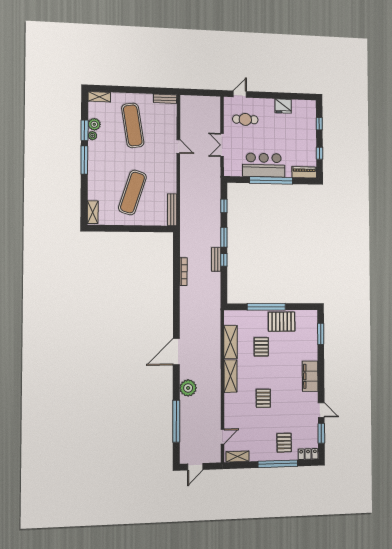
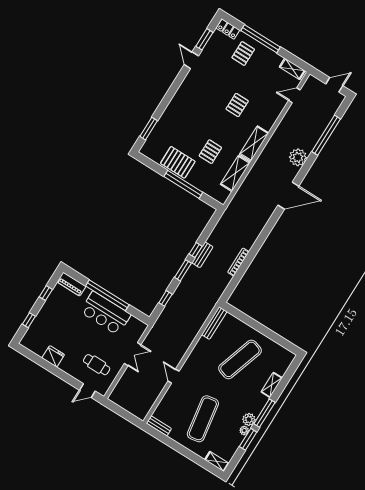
plant: (94, 124) -> (249, 419), moved
shelving: (93, 212) -> (272, 385), moved
filing cabinet: (310, 376) -> (182, 97), removed

